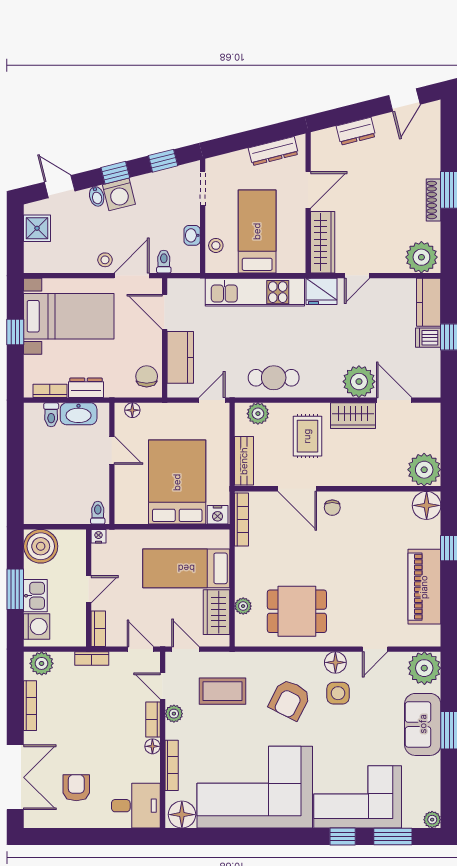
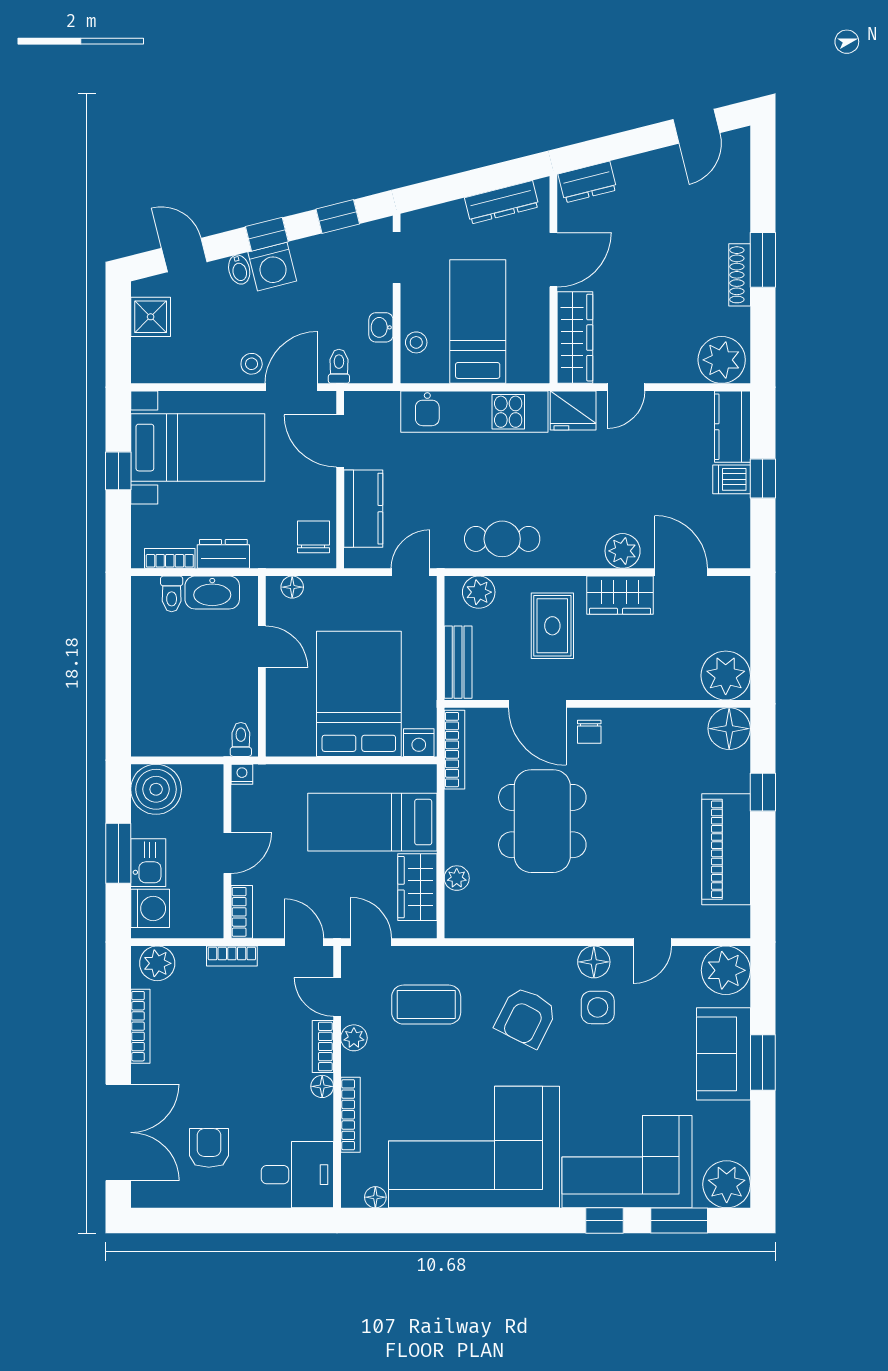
dresser: (356, 131) -> (587, 182), moved
plant: (359, 382) -> (623, 551), width x0.73, depth x0.73
dining table: (297, 611) -> (542, 821), moved, width x1.38
floor lamp: (182, 815) -> (375, 1197), width x0.53, depth x0.53
plant: (432, 820) -> (727, 1184), width x1.88, depth x1.88

